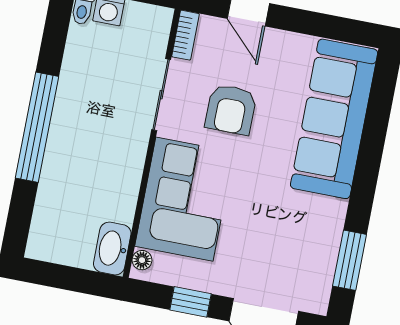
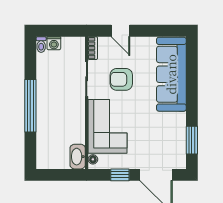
armchair: (231, 109) -> (121, 79), turned 90

